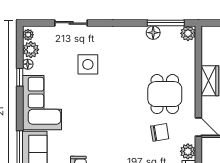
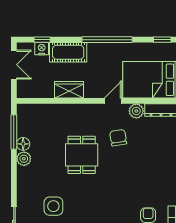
plant: (188, 33) -> (24, 159), moved
dining table: (165, 94) -> (82, 155), moved, turned 90

